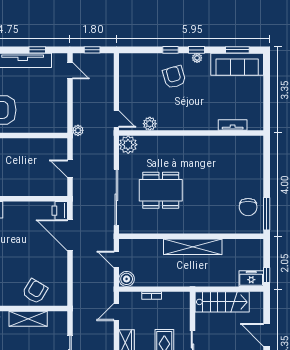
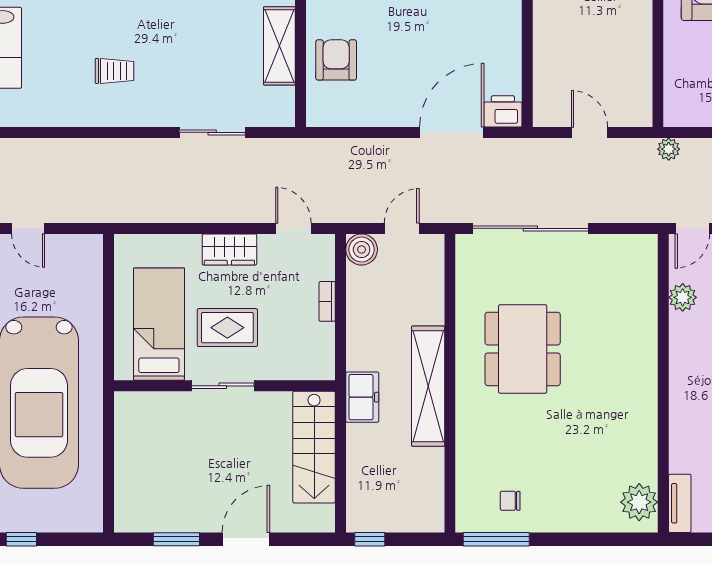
tv unit: (233, 125) -> (680, 503), moved
plant: (128, 145) -> (639, 502), moved
door: (70, 169) -> (590, 132), hinge flipped
dining table: (161, 190) -> (523, 349), moved
chair: (248, 207) -> (510, 501), width x0.54, depth x0.54
freezer: (251, 279) -> (362, 397), moved
armchair: (35, 291) -> (336, 60), turned -121

